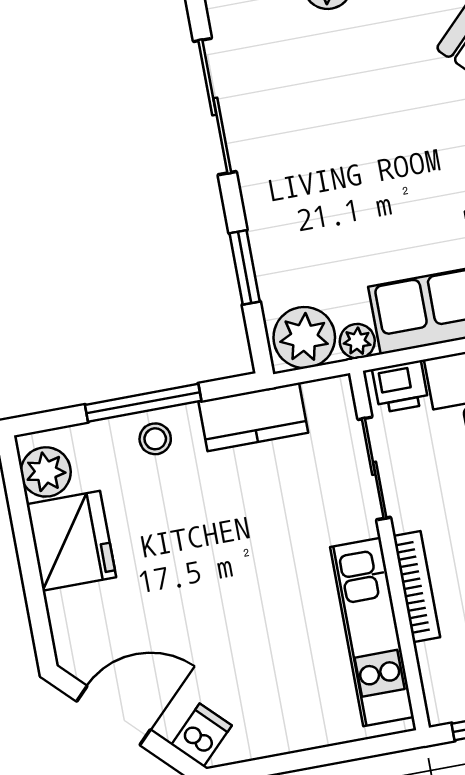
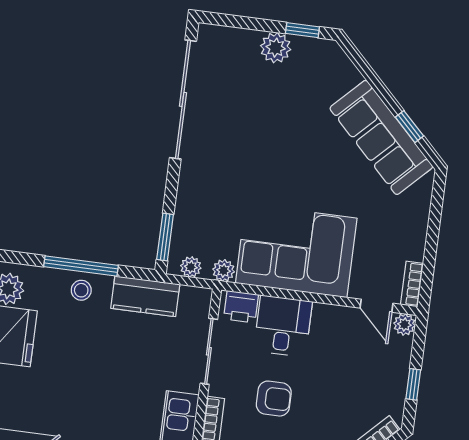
sliding door: (215, 106) -> (183, 99), width x1.36
window: (245, 267) -> (165, 237), moved
plant: (304, 337) -> (191, 267), width x0.53, depth x0.53

